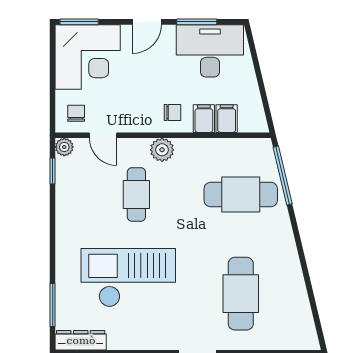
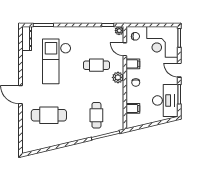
filing cabinet: (204, 119) -> (133, 64), moved
door: (103, 135) -> (125, 49), hinge flipped
cafe table: (241, 194) -> (96, 115), width x0.73, depth x0.74
checkout: (128, 278) -> (57, 61), turned 180

